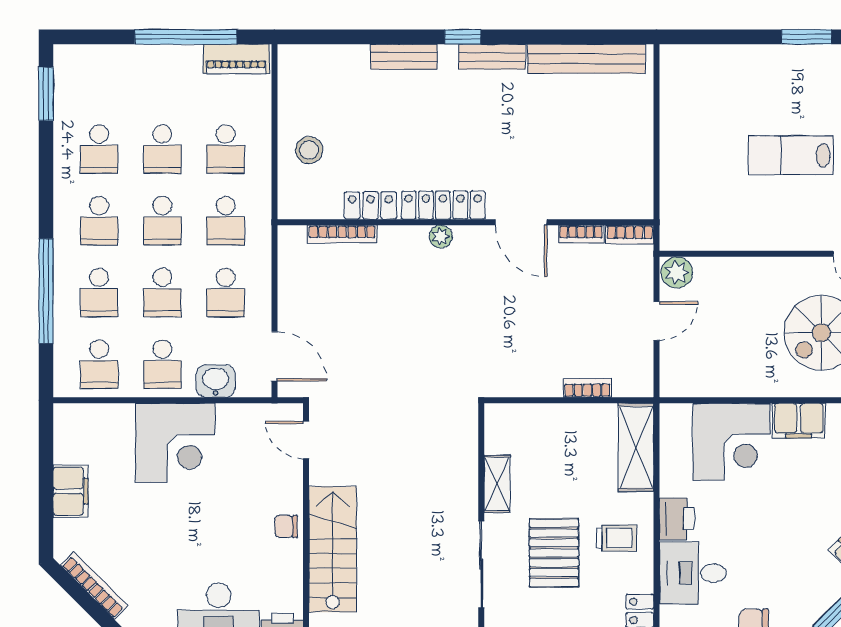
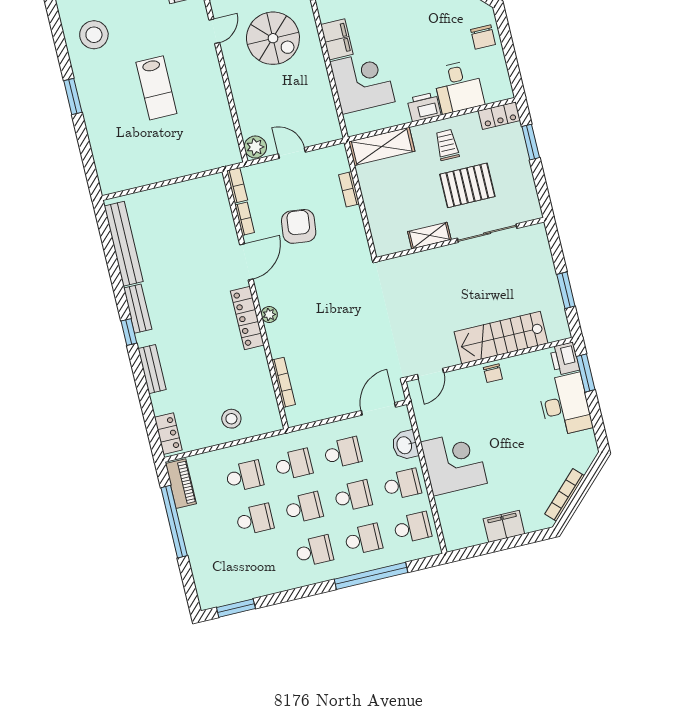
school desk: (99, 149) -> (265, 563), removed
locker: (370, 206) -> (168, 434), moved, turned 180
armchair: (553, 306) -> (299, 226), added

